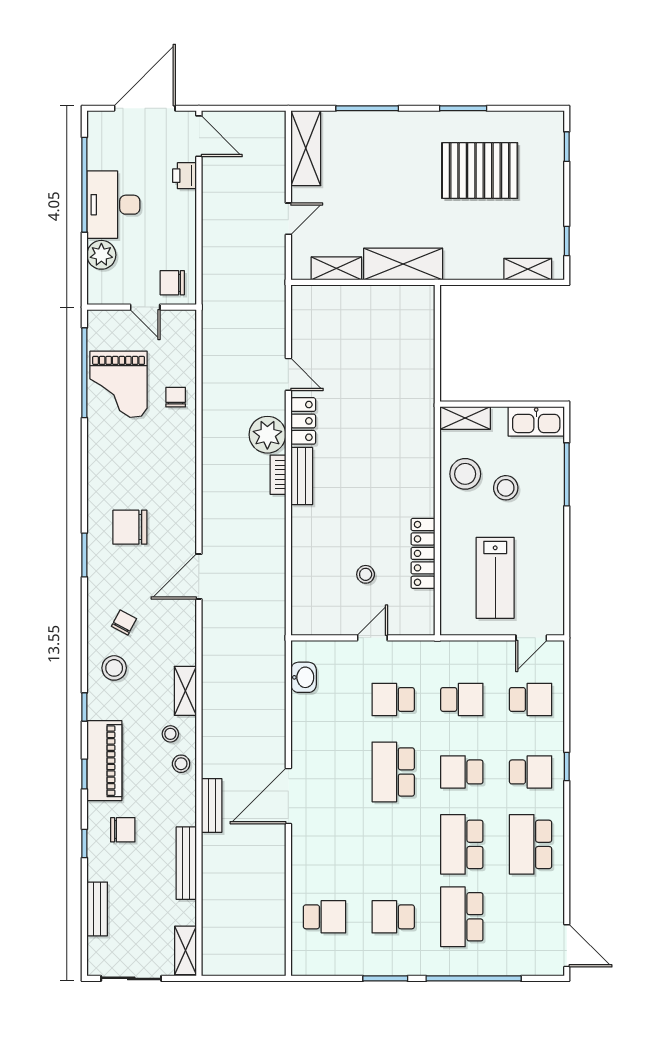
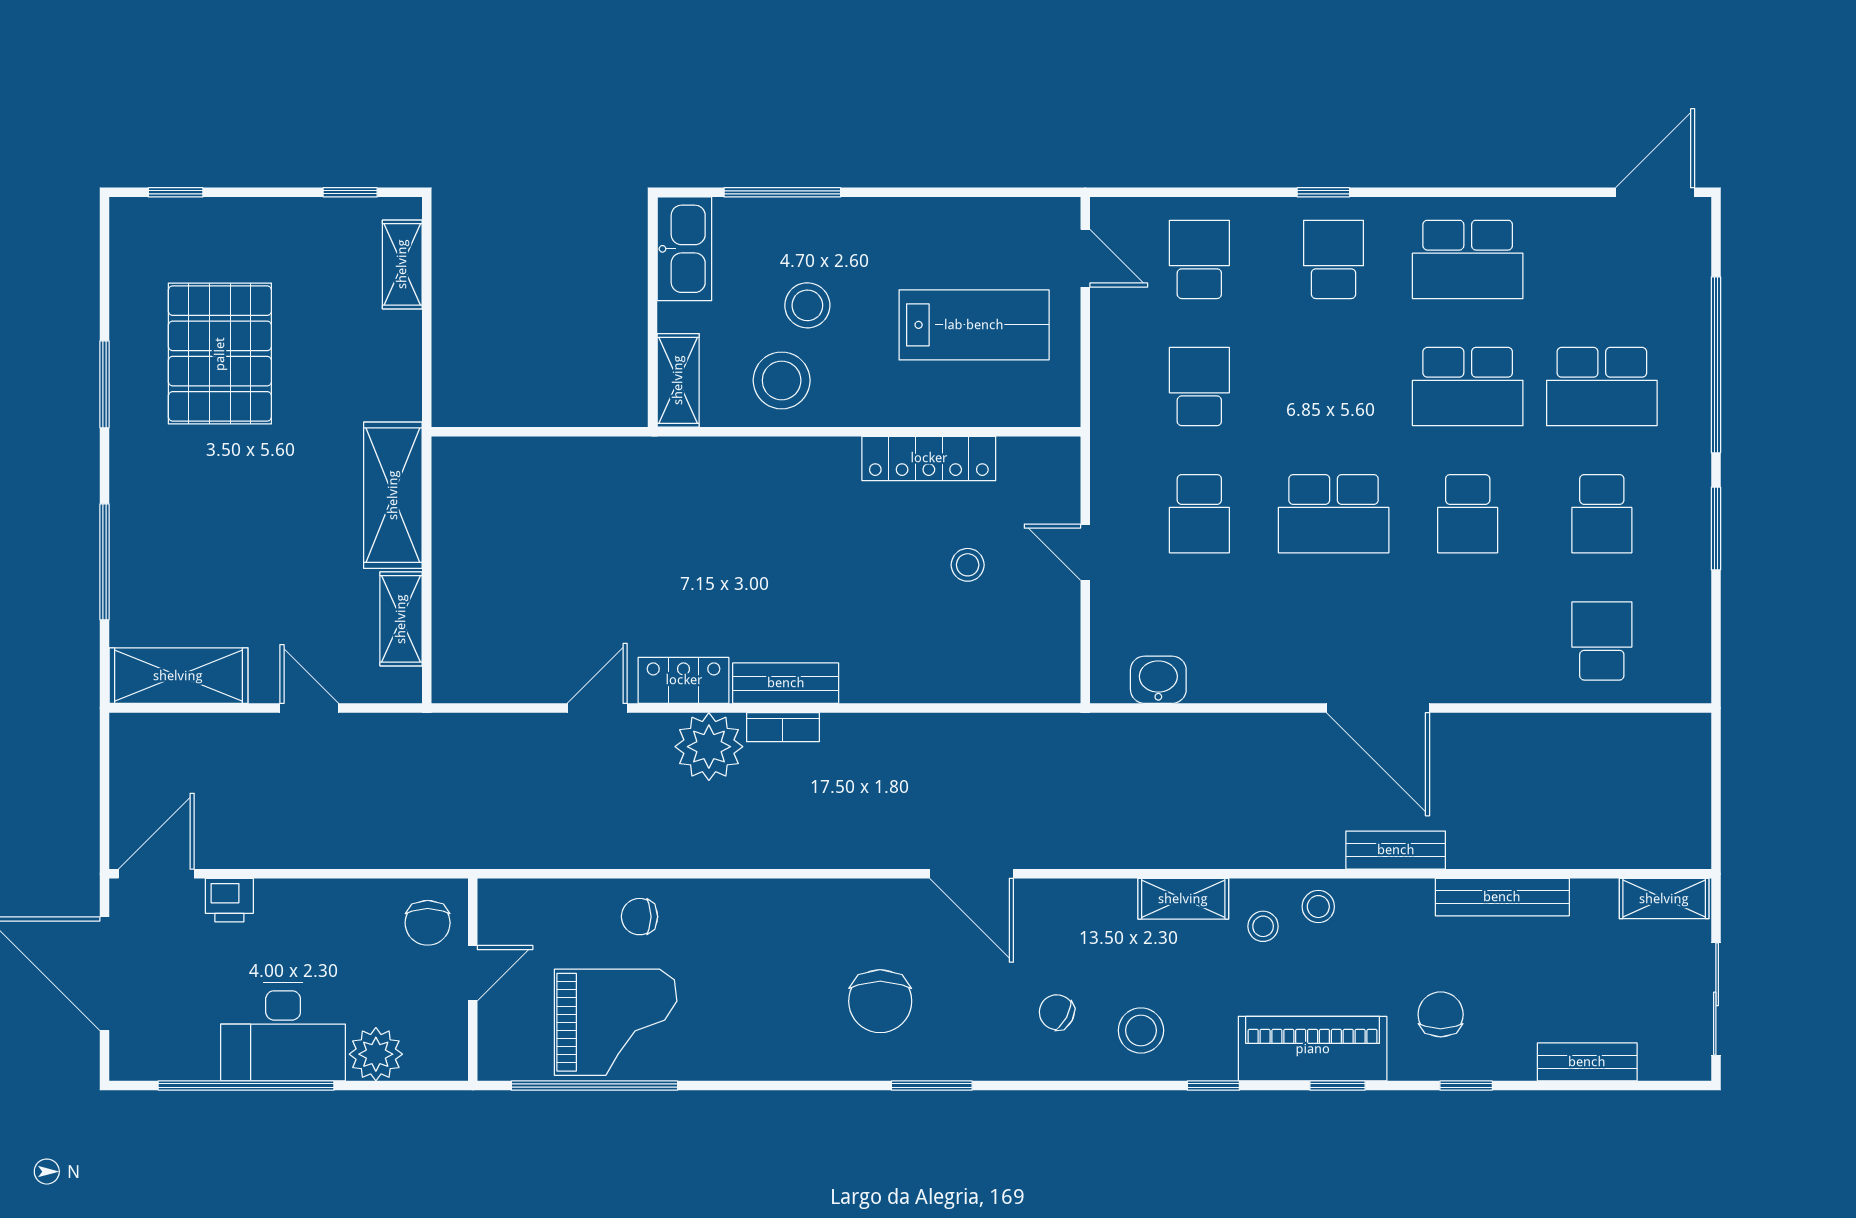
school desk: (462, 772) -> (1468, 514), moved

